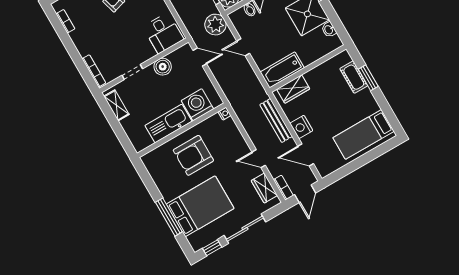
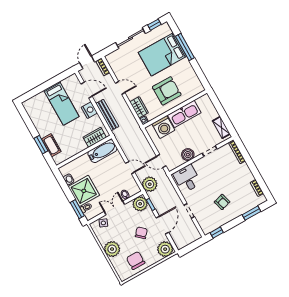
bed: (364, 134) -> (61, 103), moved, turned 90
wardrobe: (264, 188) -> (139, 107), moved

